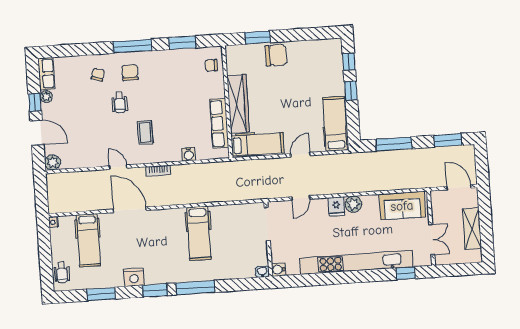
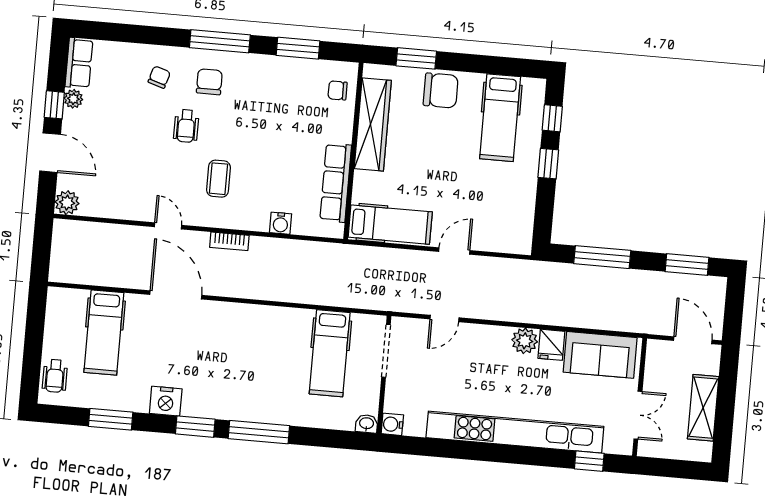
wardrobe: (238, 104) -> (373, 125), moved
hospital bed: (335, 124) -> (500, 118), moved, turned 180
fridge: (336, 206) -> (551, 345), moved
nightstand: (54, 222) -> (54, 296), removed
hospital bed: (199, 233) -> (330, 353), moved

